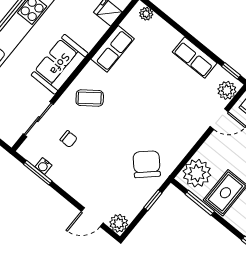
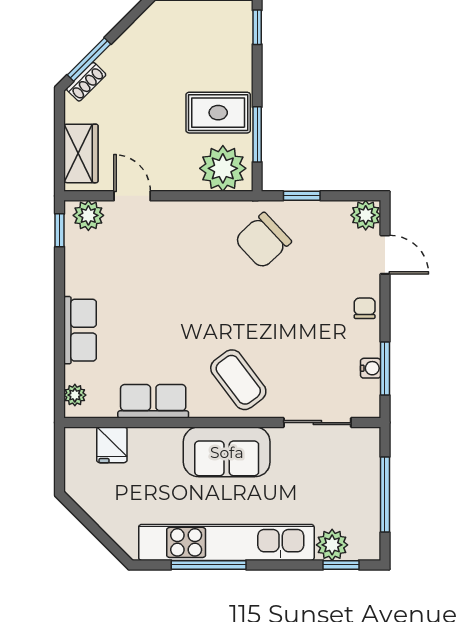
row of seats: (195, 58) -> (80, 330), moved
coffee table: (90, 98) -> (238, 380), width x1.36, depth x1.30
chair: (69, 139) -> (365, 308), moved

